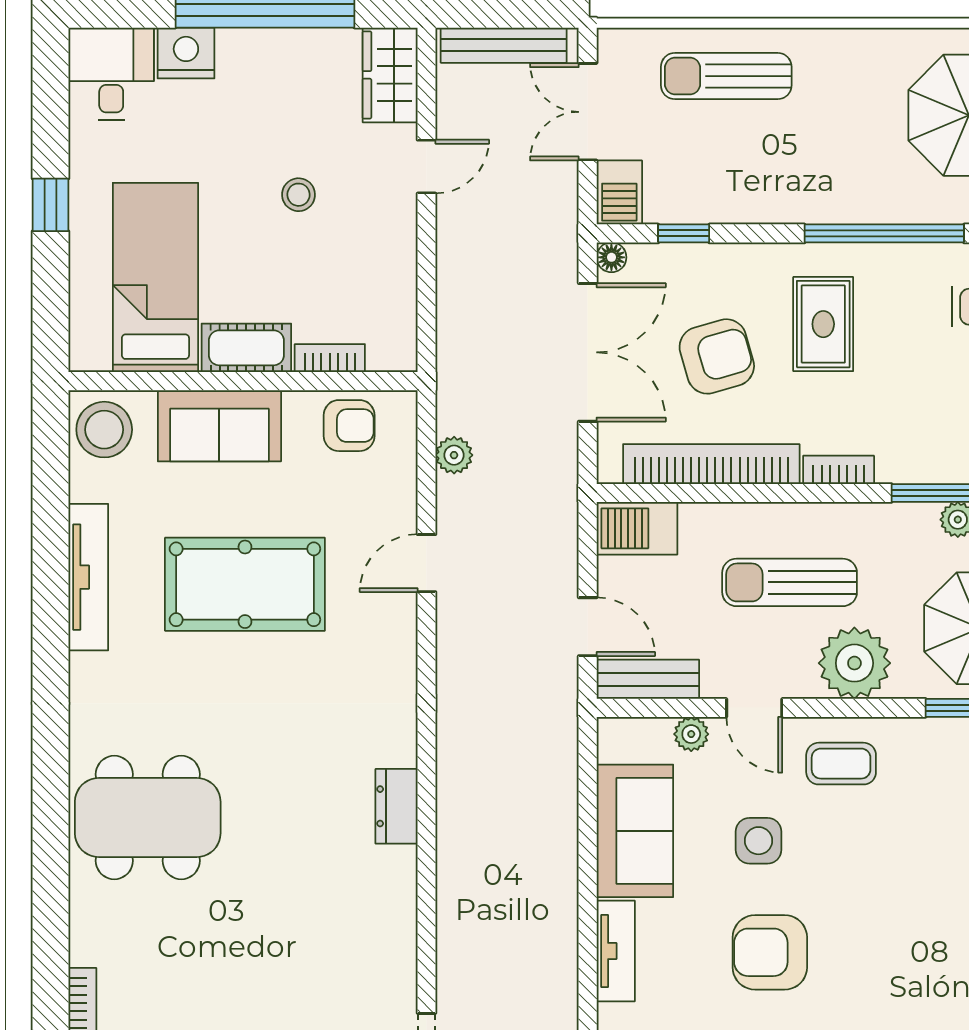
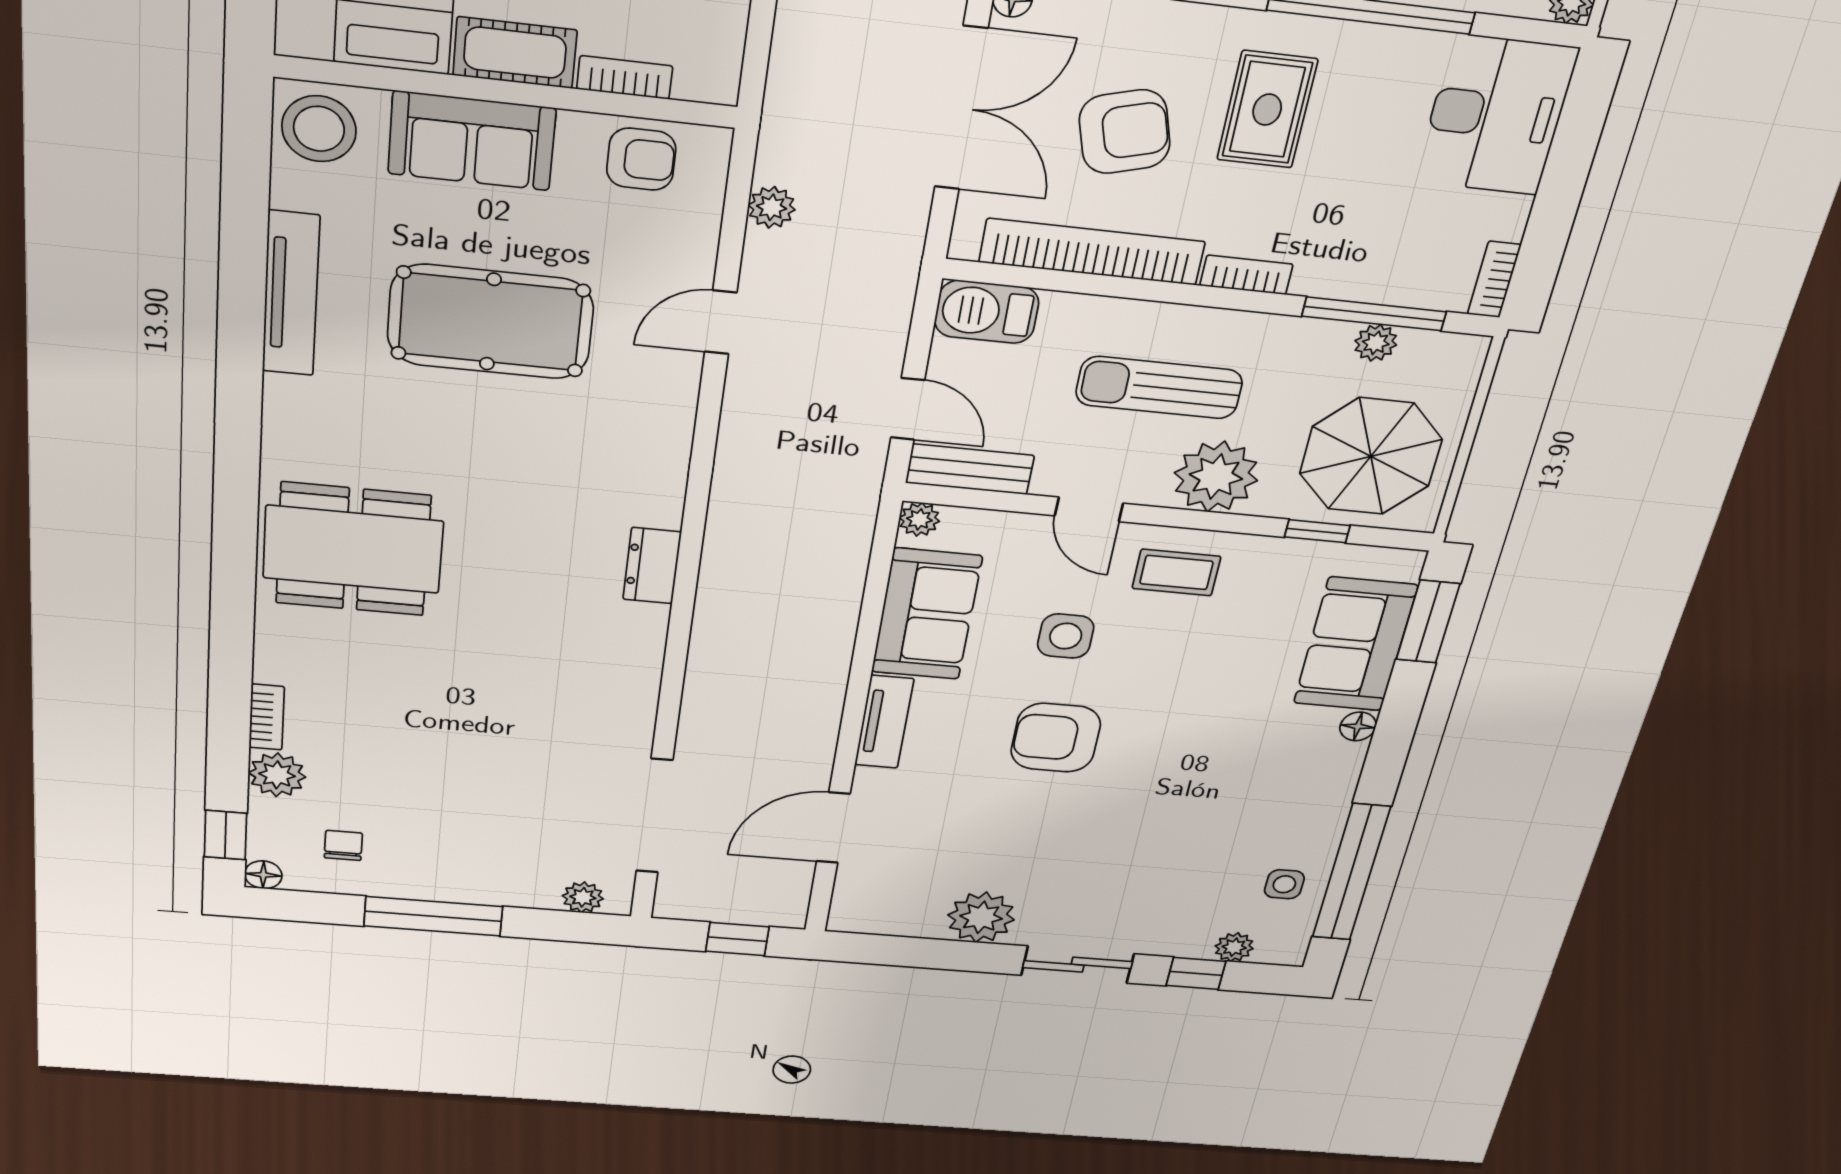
plant: (691, 734) -> (919, 519), moved

